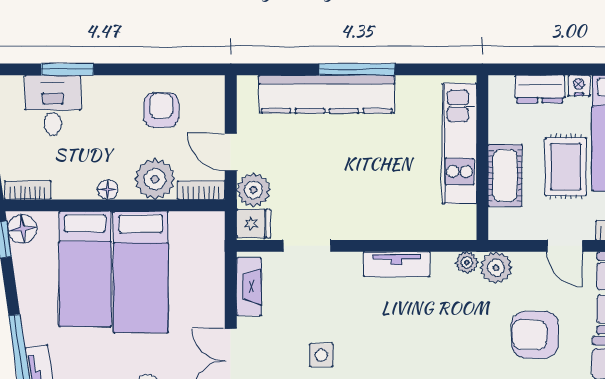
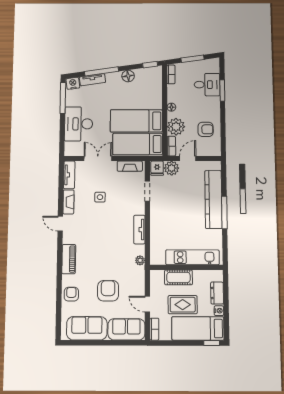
floor lamp: (22, 229) -> (128, 76), moved
door: (565, 246) -> (147, 304), hinge flipped
plant: (496, 268) -> (138, 273), removed
bed: (85, 269) -> (138, 144), moved

